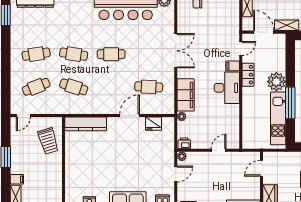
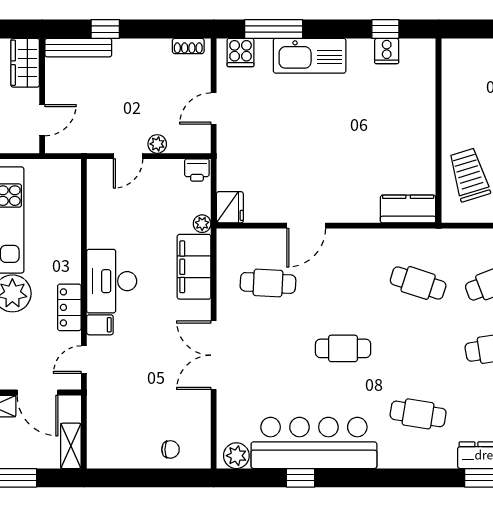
cafe table: (74, 54) -> (418, 414), moved
kitchen counter: (86, 124) -> (408, 209), width x0.67
fridge: (154, 124) -> (230, 207), moved, turned 90
plant: (182, 156) -> (157, 144), moved

